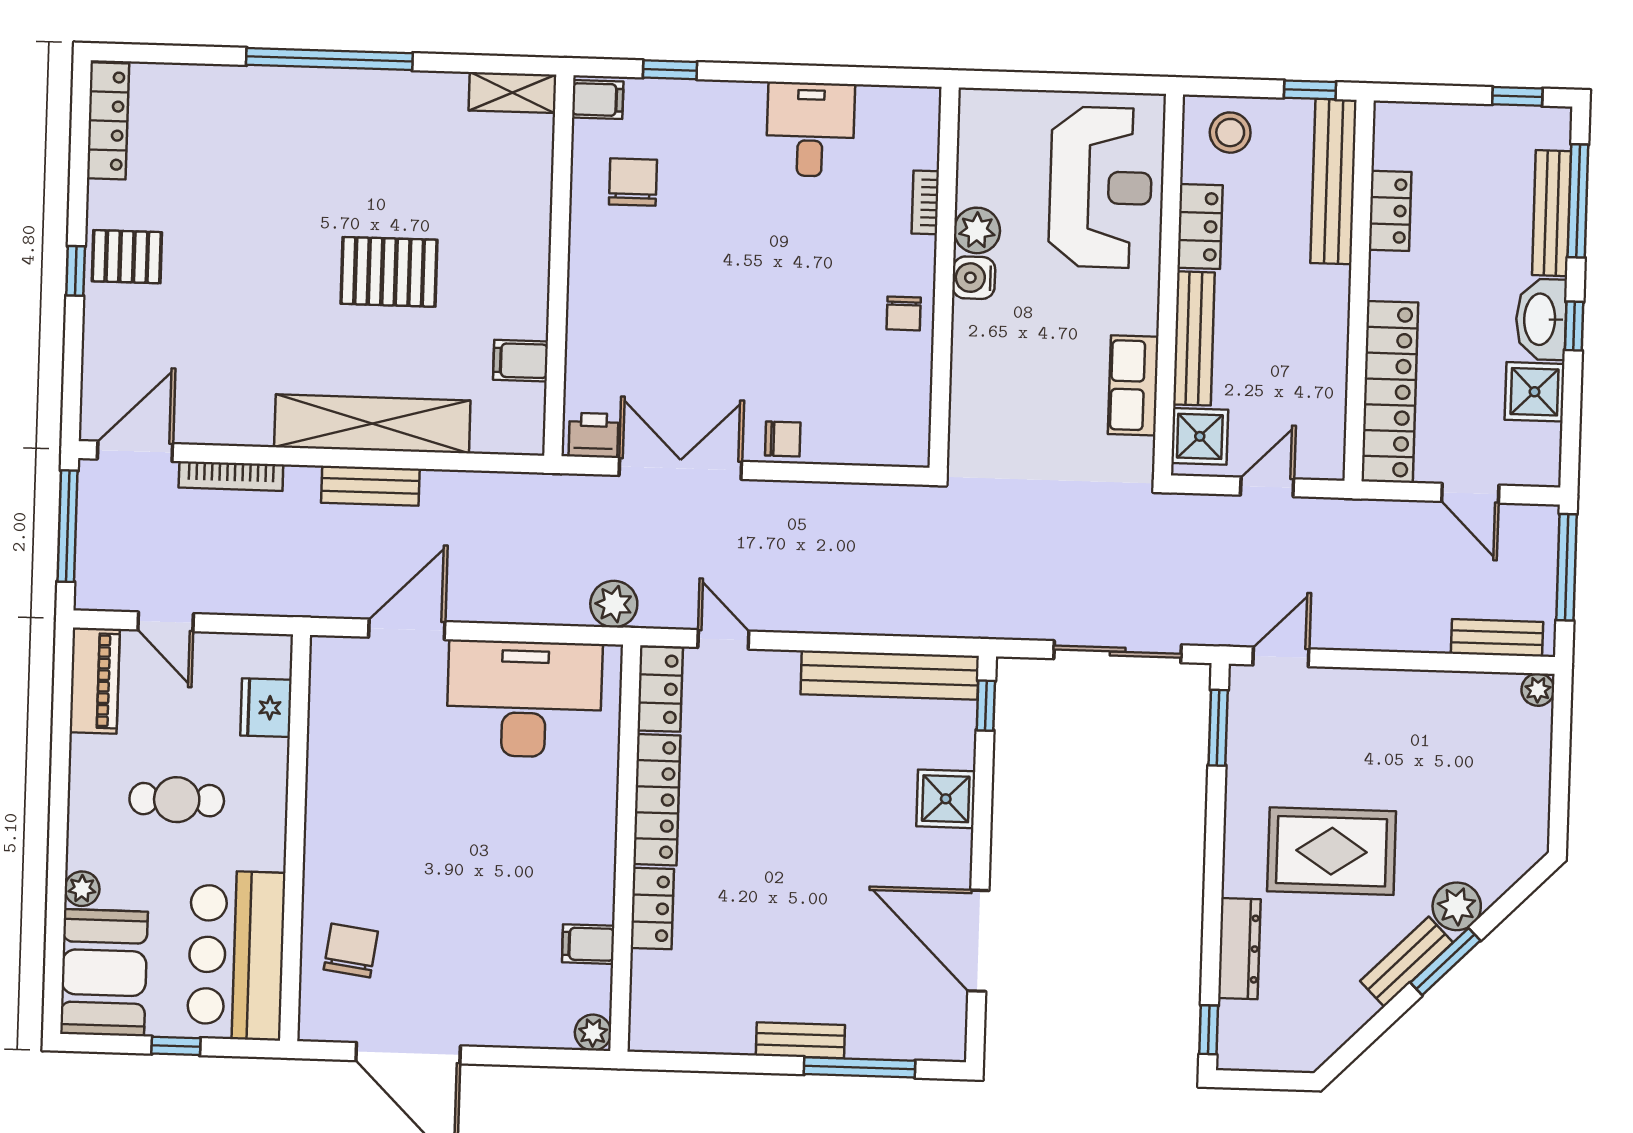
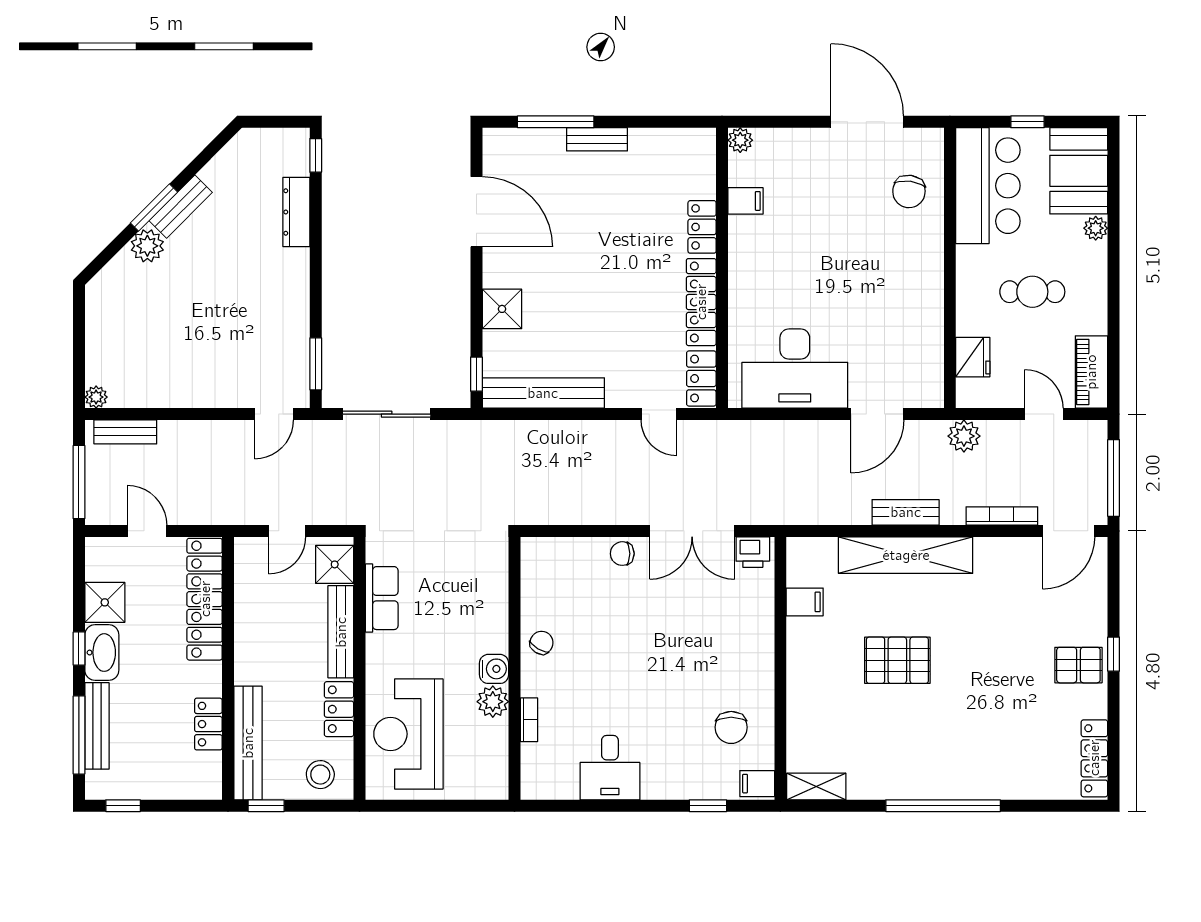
chair: (904, 313) -> (542, 643), turned 31
plant: (614, 604) -> (964, 436), moved
rug: (1332, 851) -> (235, 281), removed

